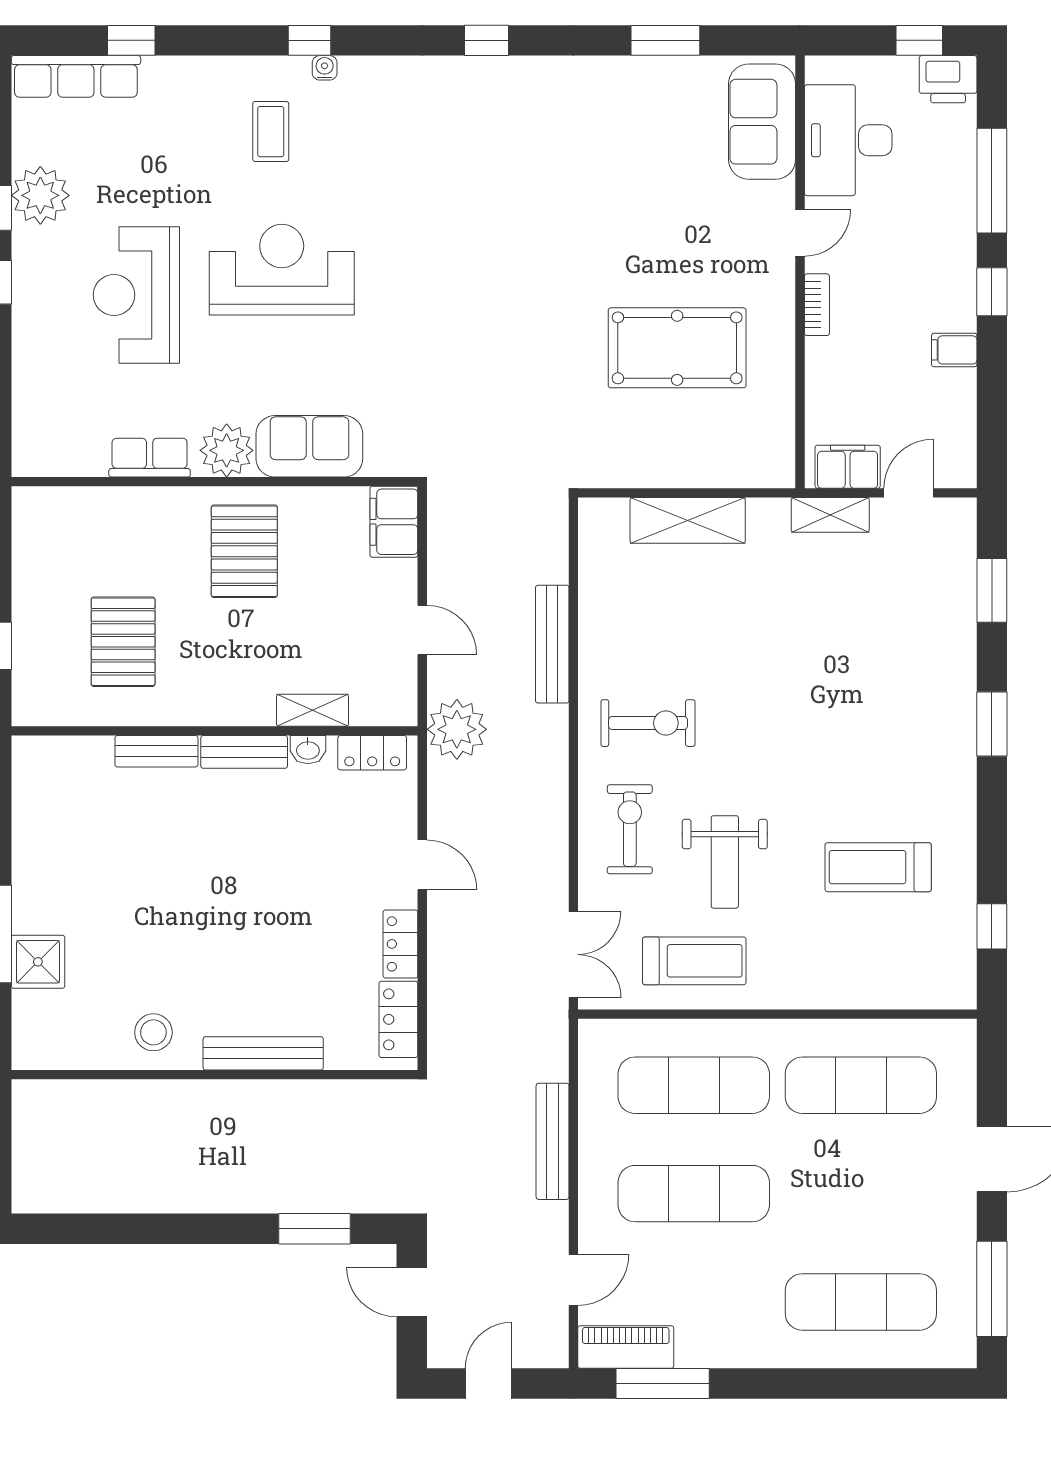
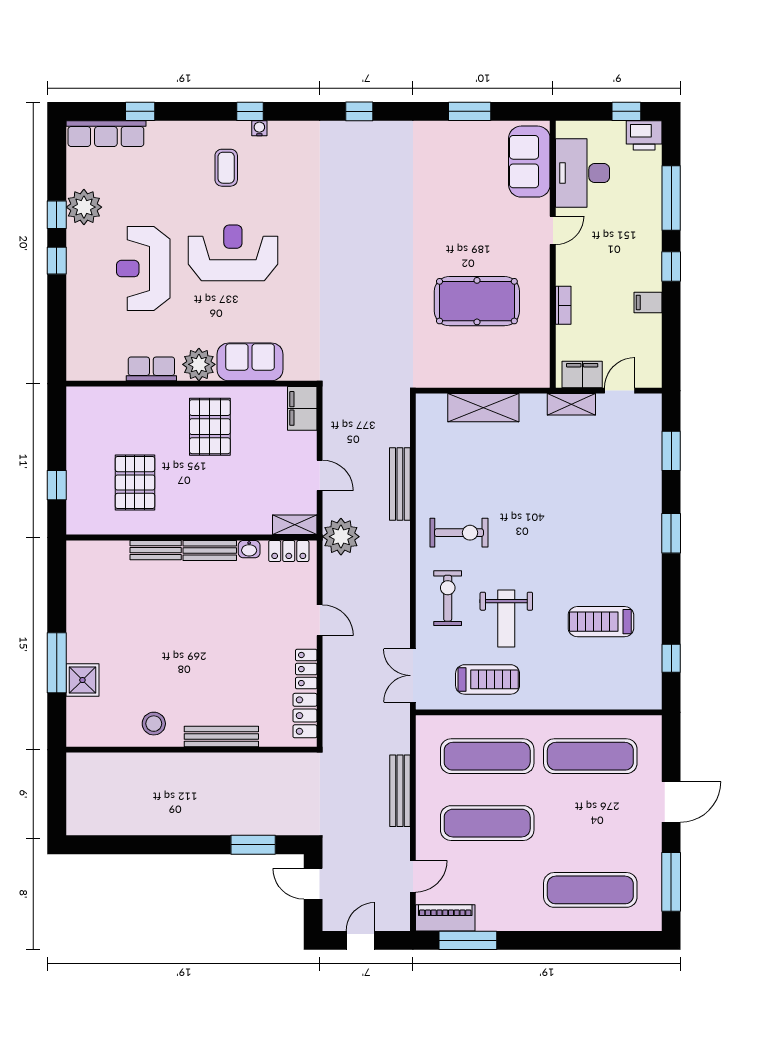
bookcase: (817, 305) -> (563, 305), moved
shelving: (312, 710) -> (295, 525), moved
double door: (573, 954) -> (413, 676), swing flipped

